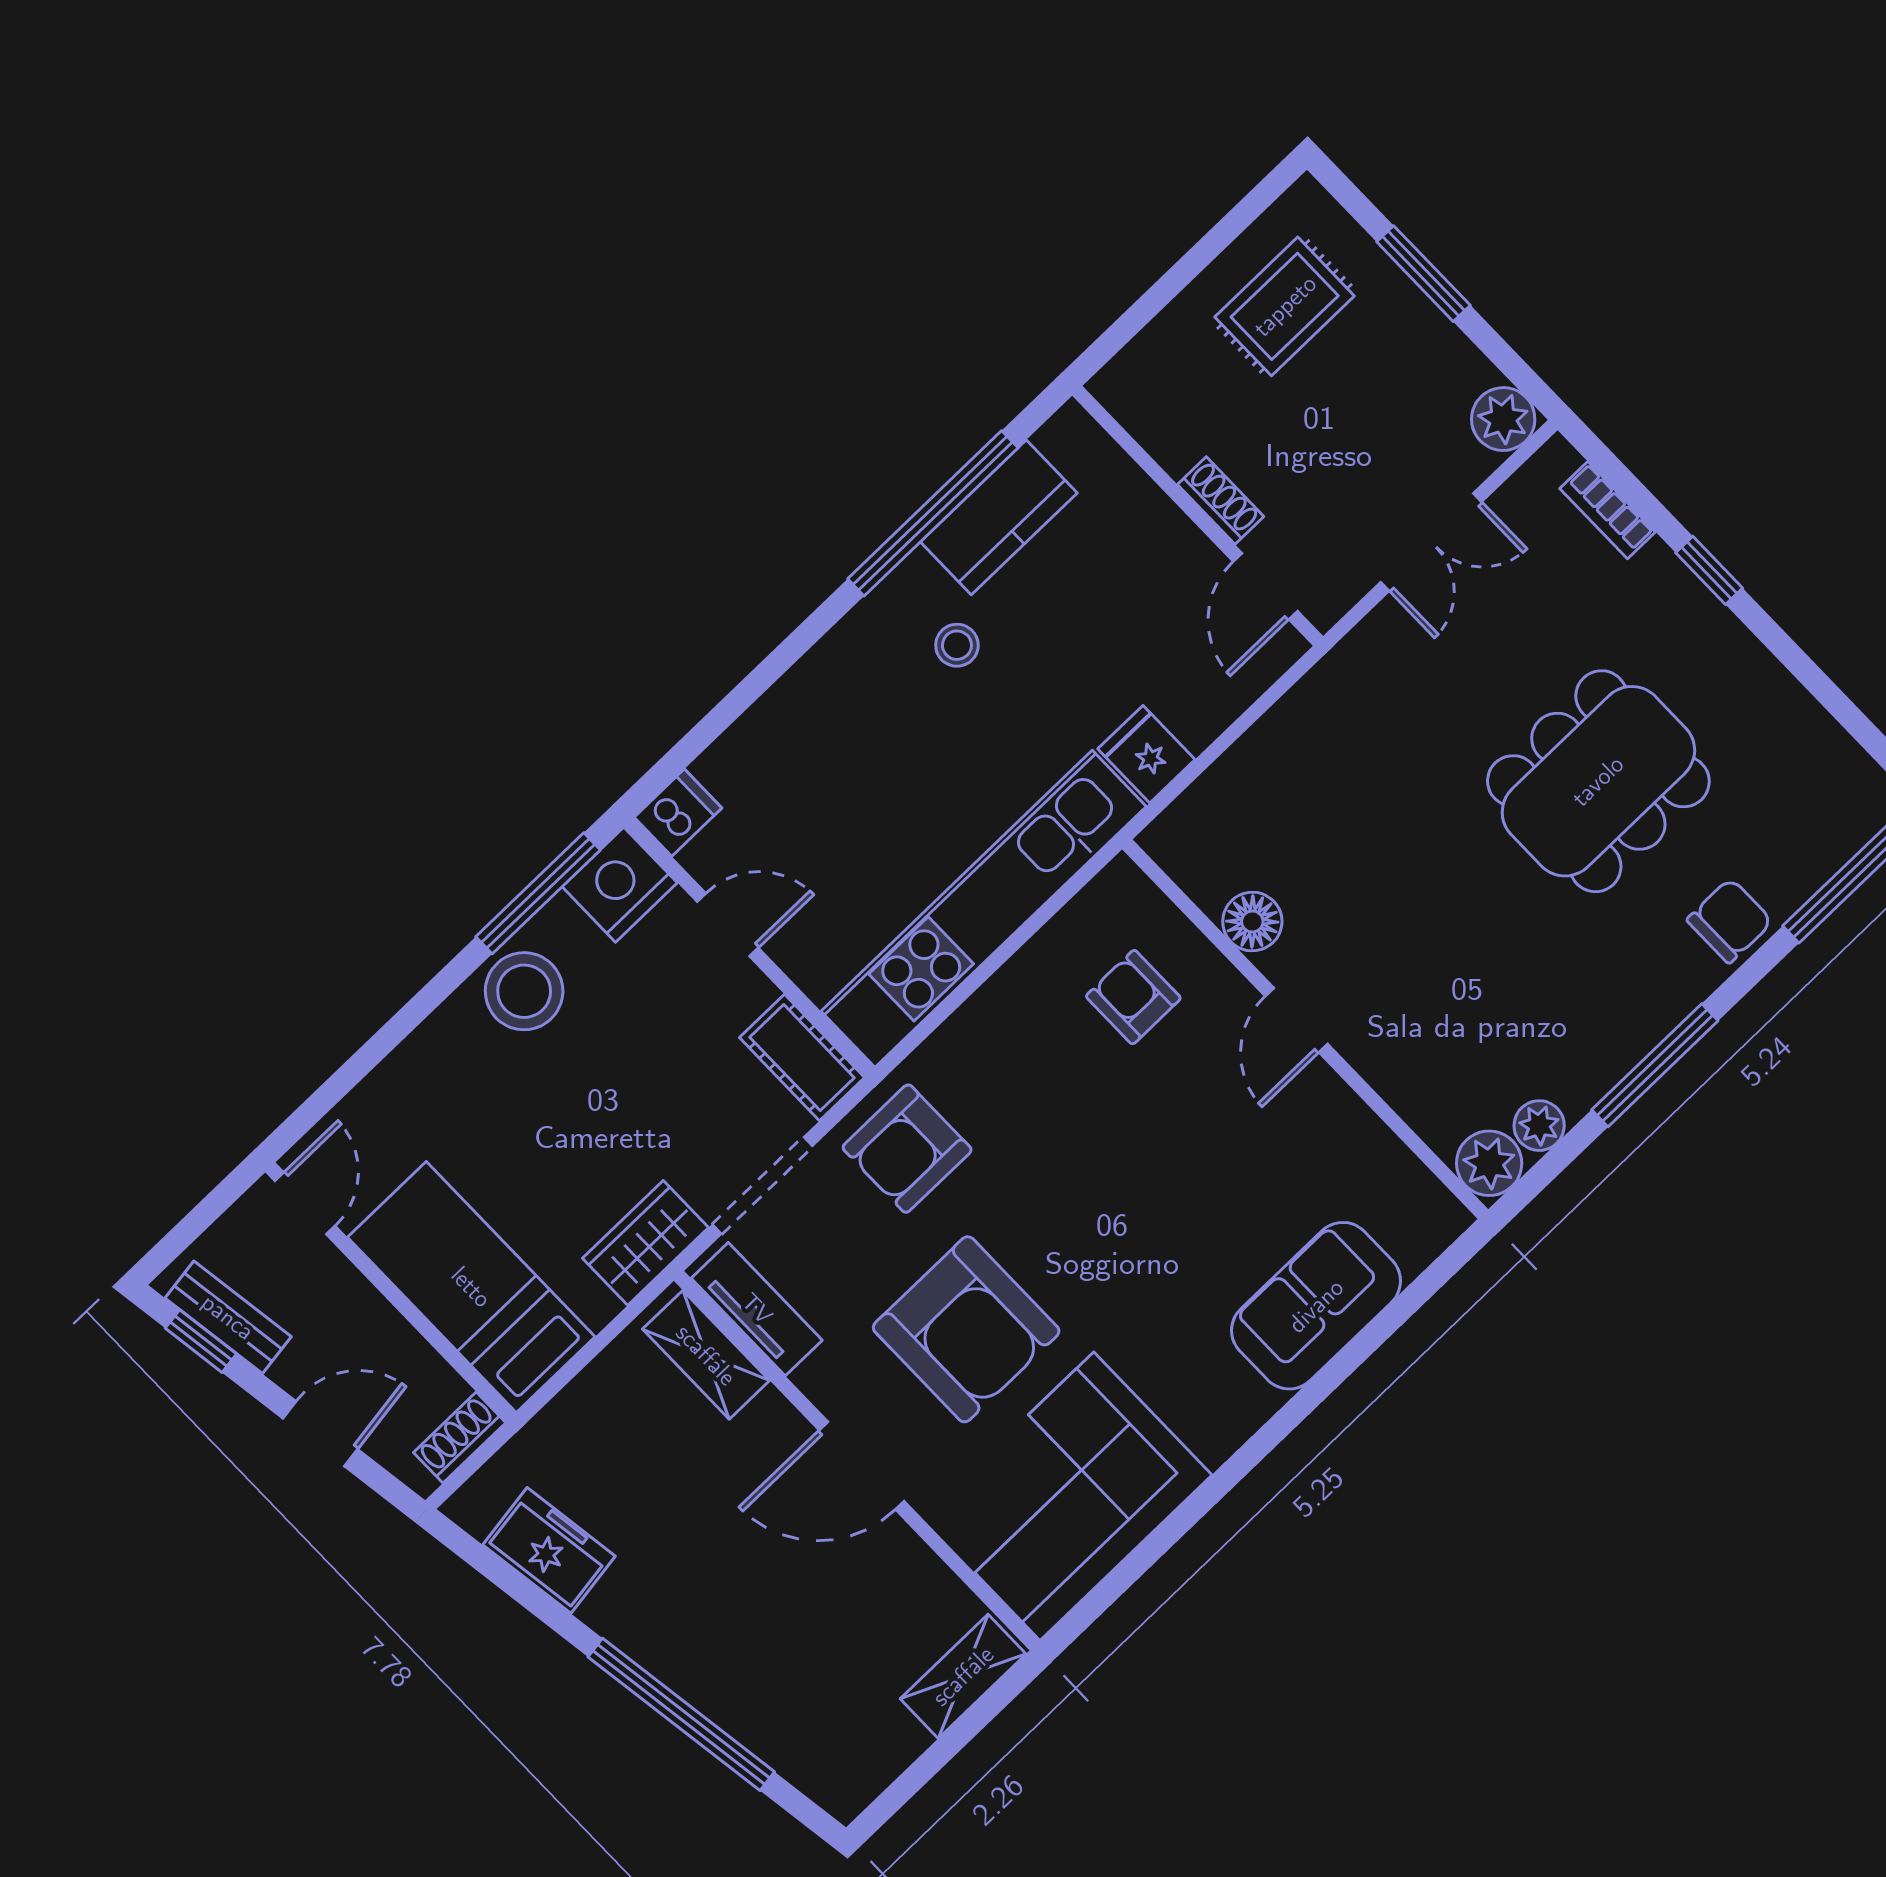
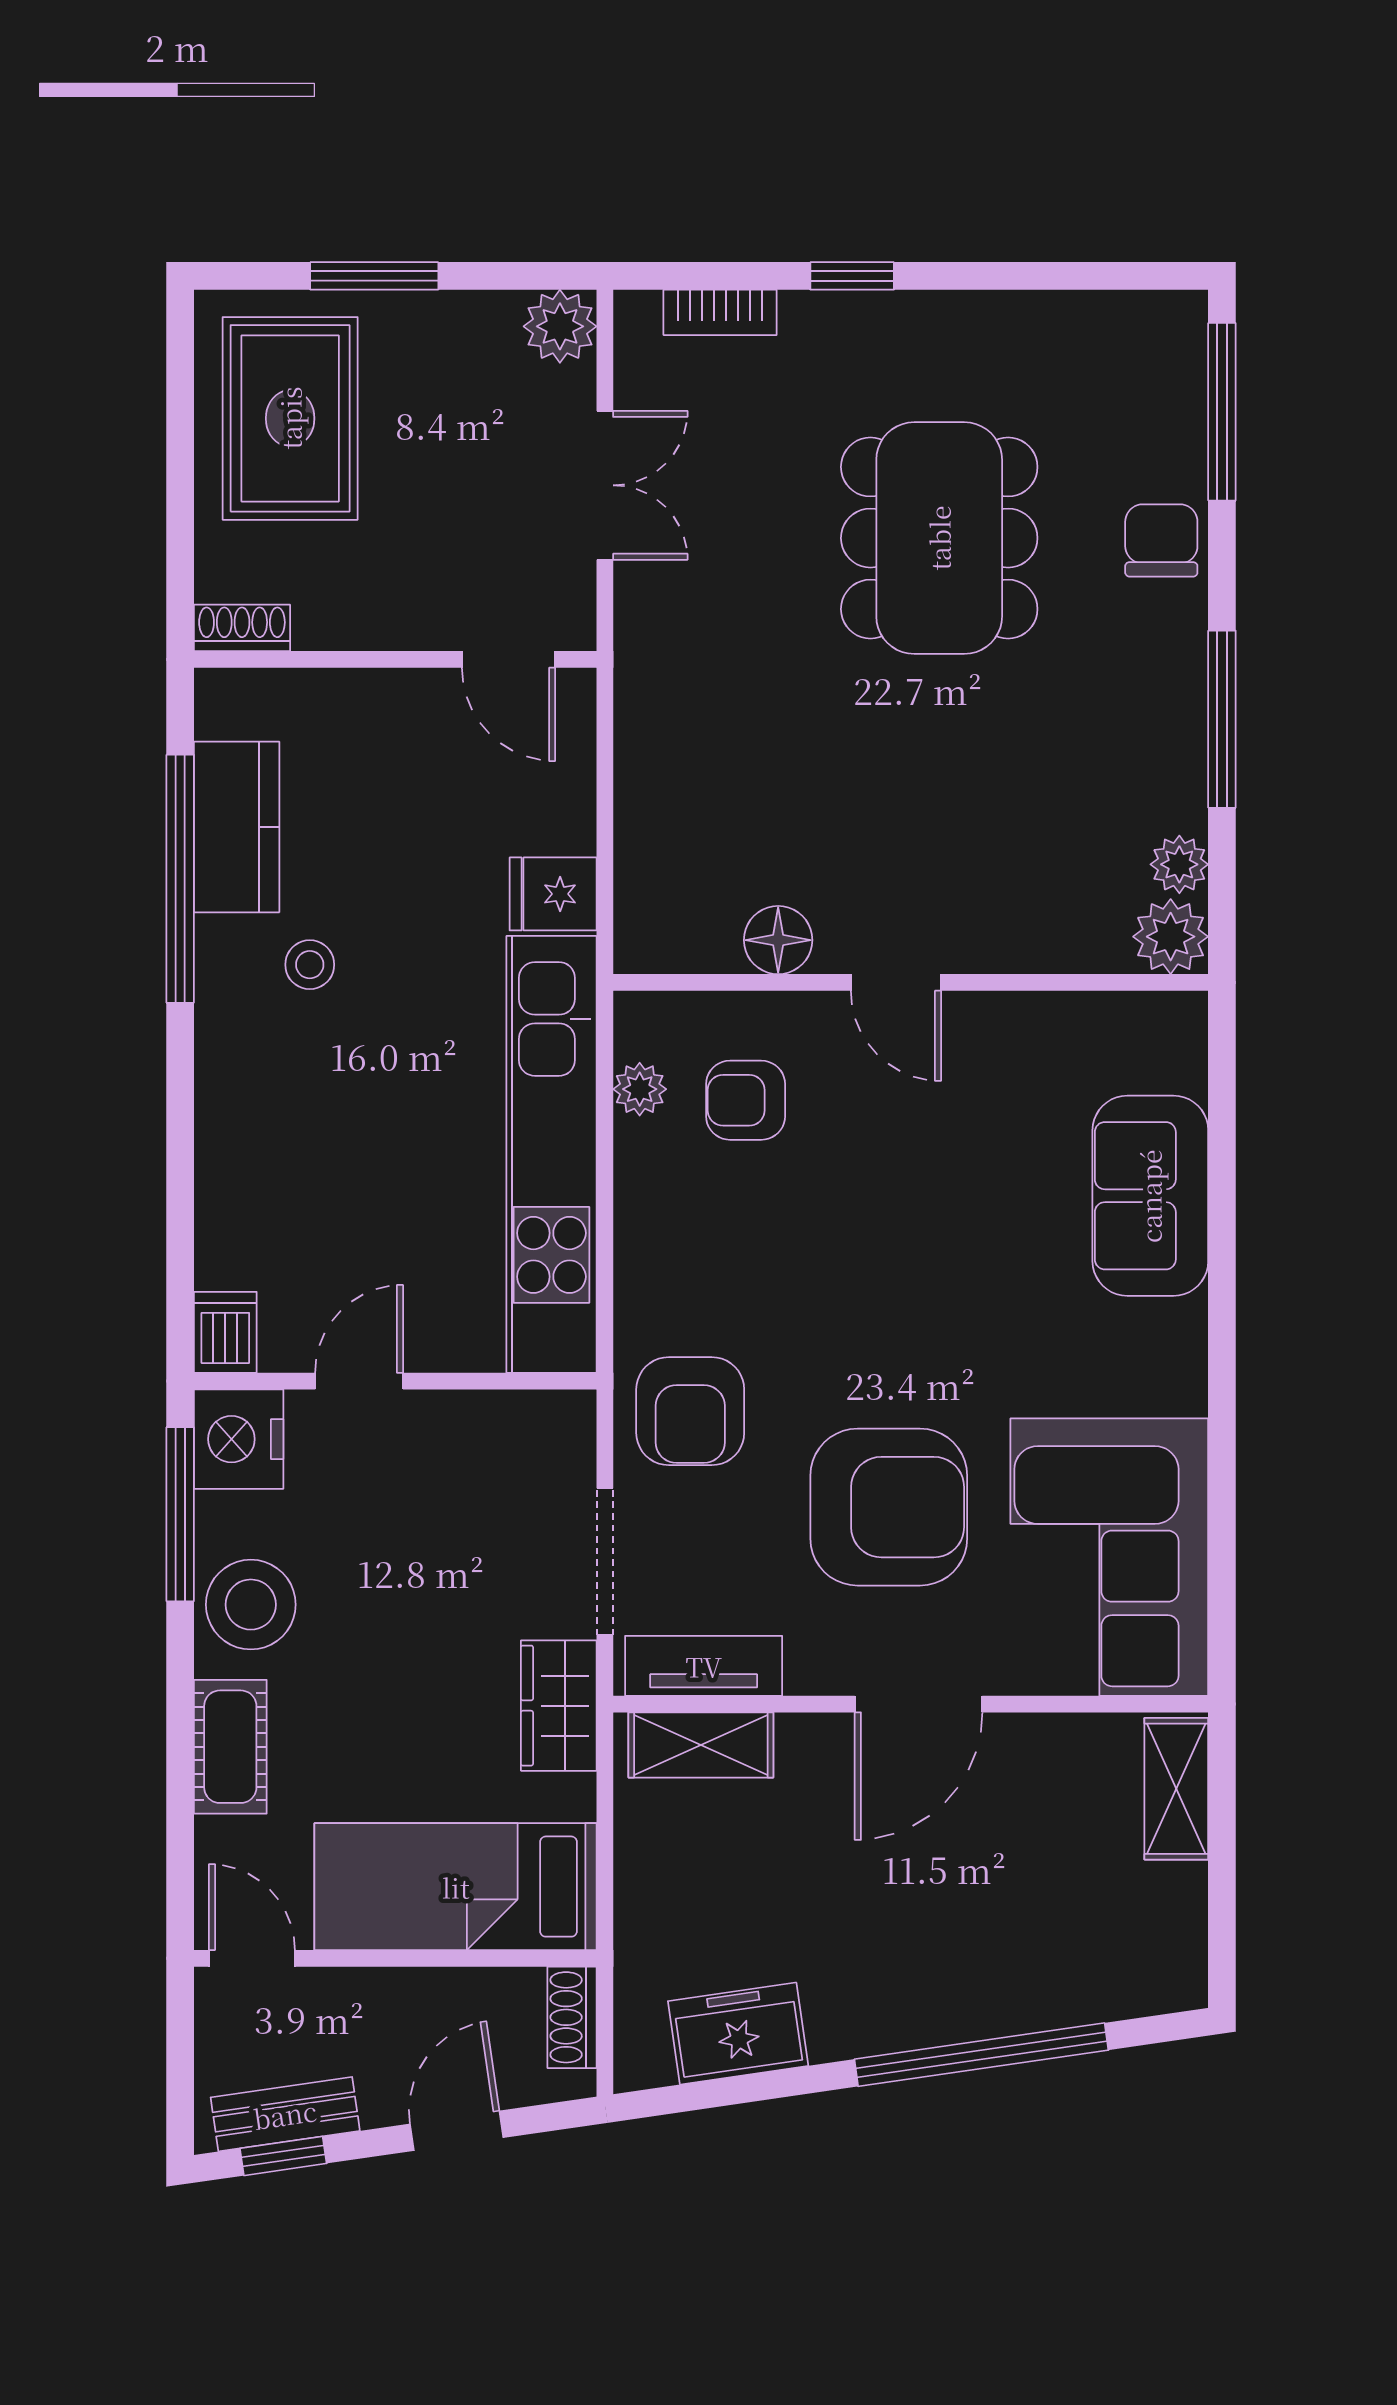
rug: (1285, 306) -> (290, 418), width x1.36, depth x1.43
shoe rack: (1221, 500) -> (242, 628), moved
plant: (1077, 925) -> (640, 1089), added
cot: (802, 1058) -> (230, 1747), moved, turned 90

